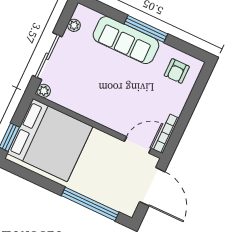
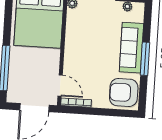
armchair: (177, 71) -> (124, 92), width x1.88, depth x1.88

